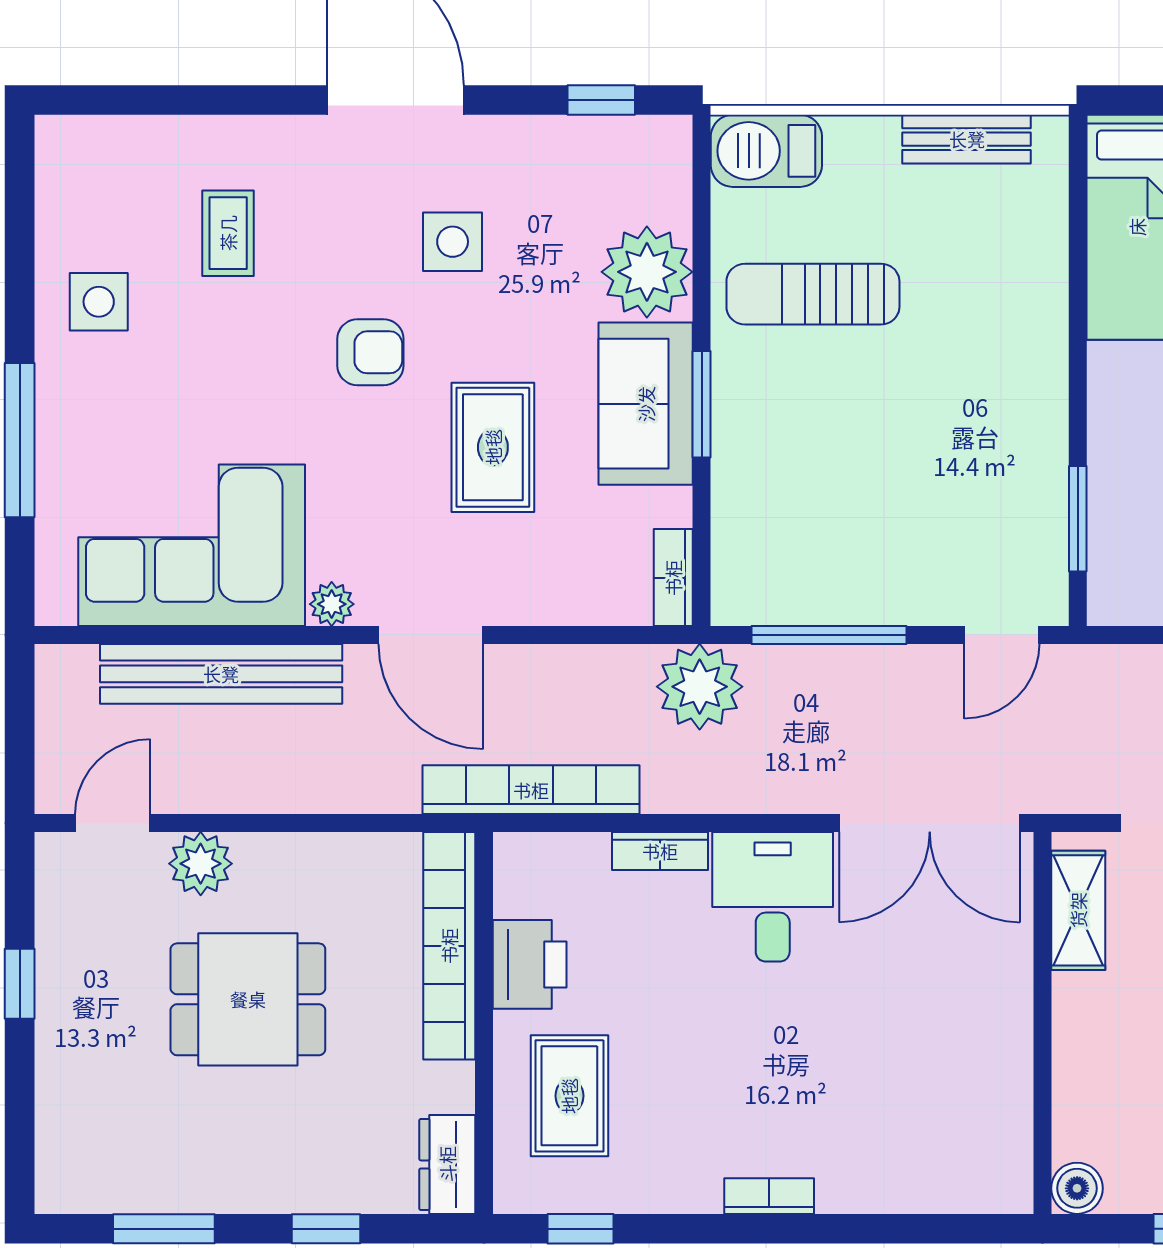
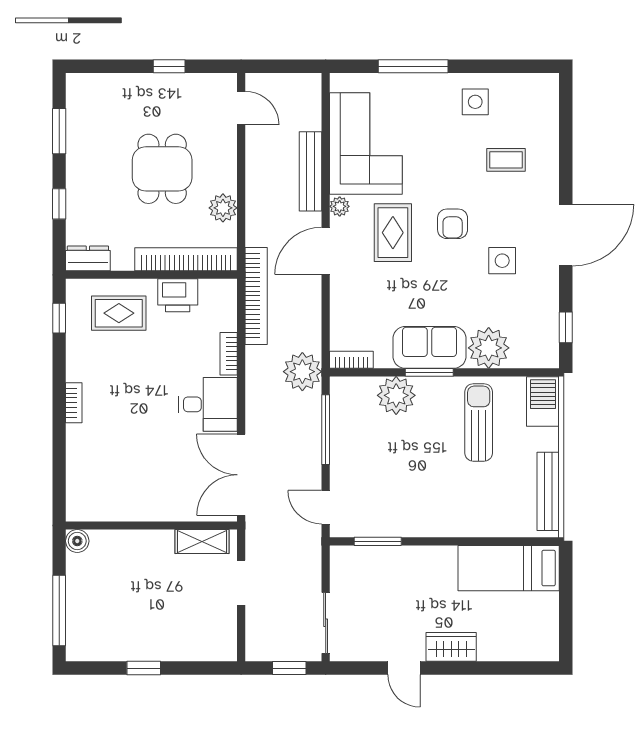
bench: (967, 139) -> (548, 491), width x1.36
rug: (493, 447) -> (393, 233), moved, turned 90
plant: (753, 478) -> (396, 395), added
bench: (221, 674) -> (311, 171), width x0.73, depth x0.82
plant: (201, 864) -> (223, 208), moved

